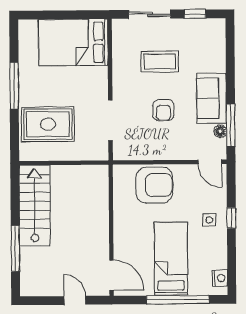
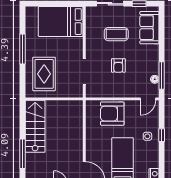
sofa: (212, 98) -> (149, 28), moved
rug: (48, 124) -> (44, 74), turned 90
door: (210, 162) -> (148, 99), hinge flipped
armchair: (154, 185) -> (112, 114), turned 180

